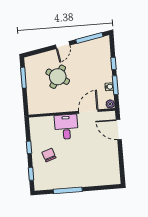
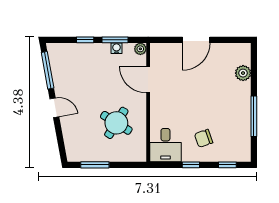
round table: (58, 77) -> (116, 123), moved
desk: (66, 127) -> (165, 145), moved, turned -90
door: (119, 129) -> (196, 40), moved
plant: (98, 180) -> (243, 73), added

